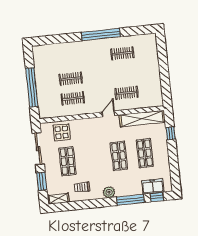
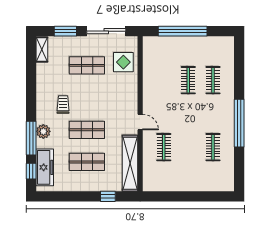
clothes rail: (73, 98) -> (213, 80), moved
freezer: (153, 186) -> (45, 167), width x1.40
trolley: (82, 187) -> (63, 104), moved
plant: (109, 192) -> (43, 131), moved

